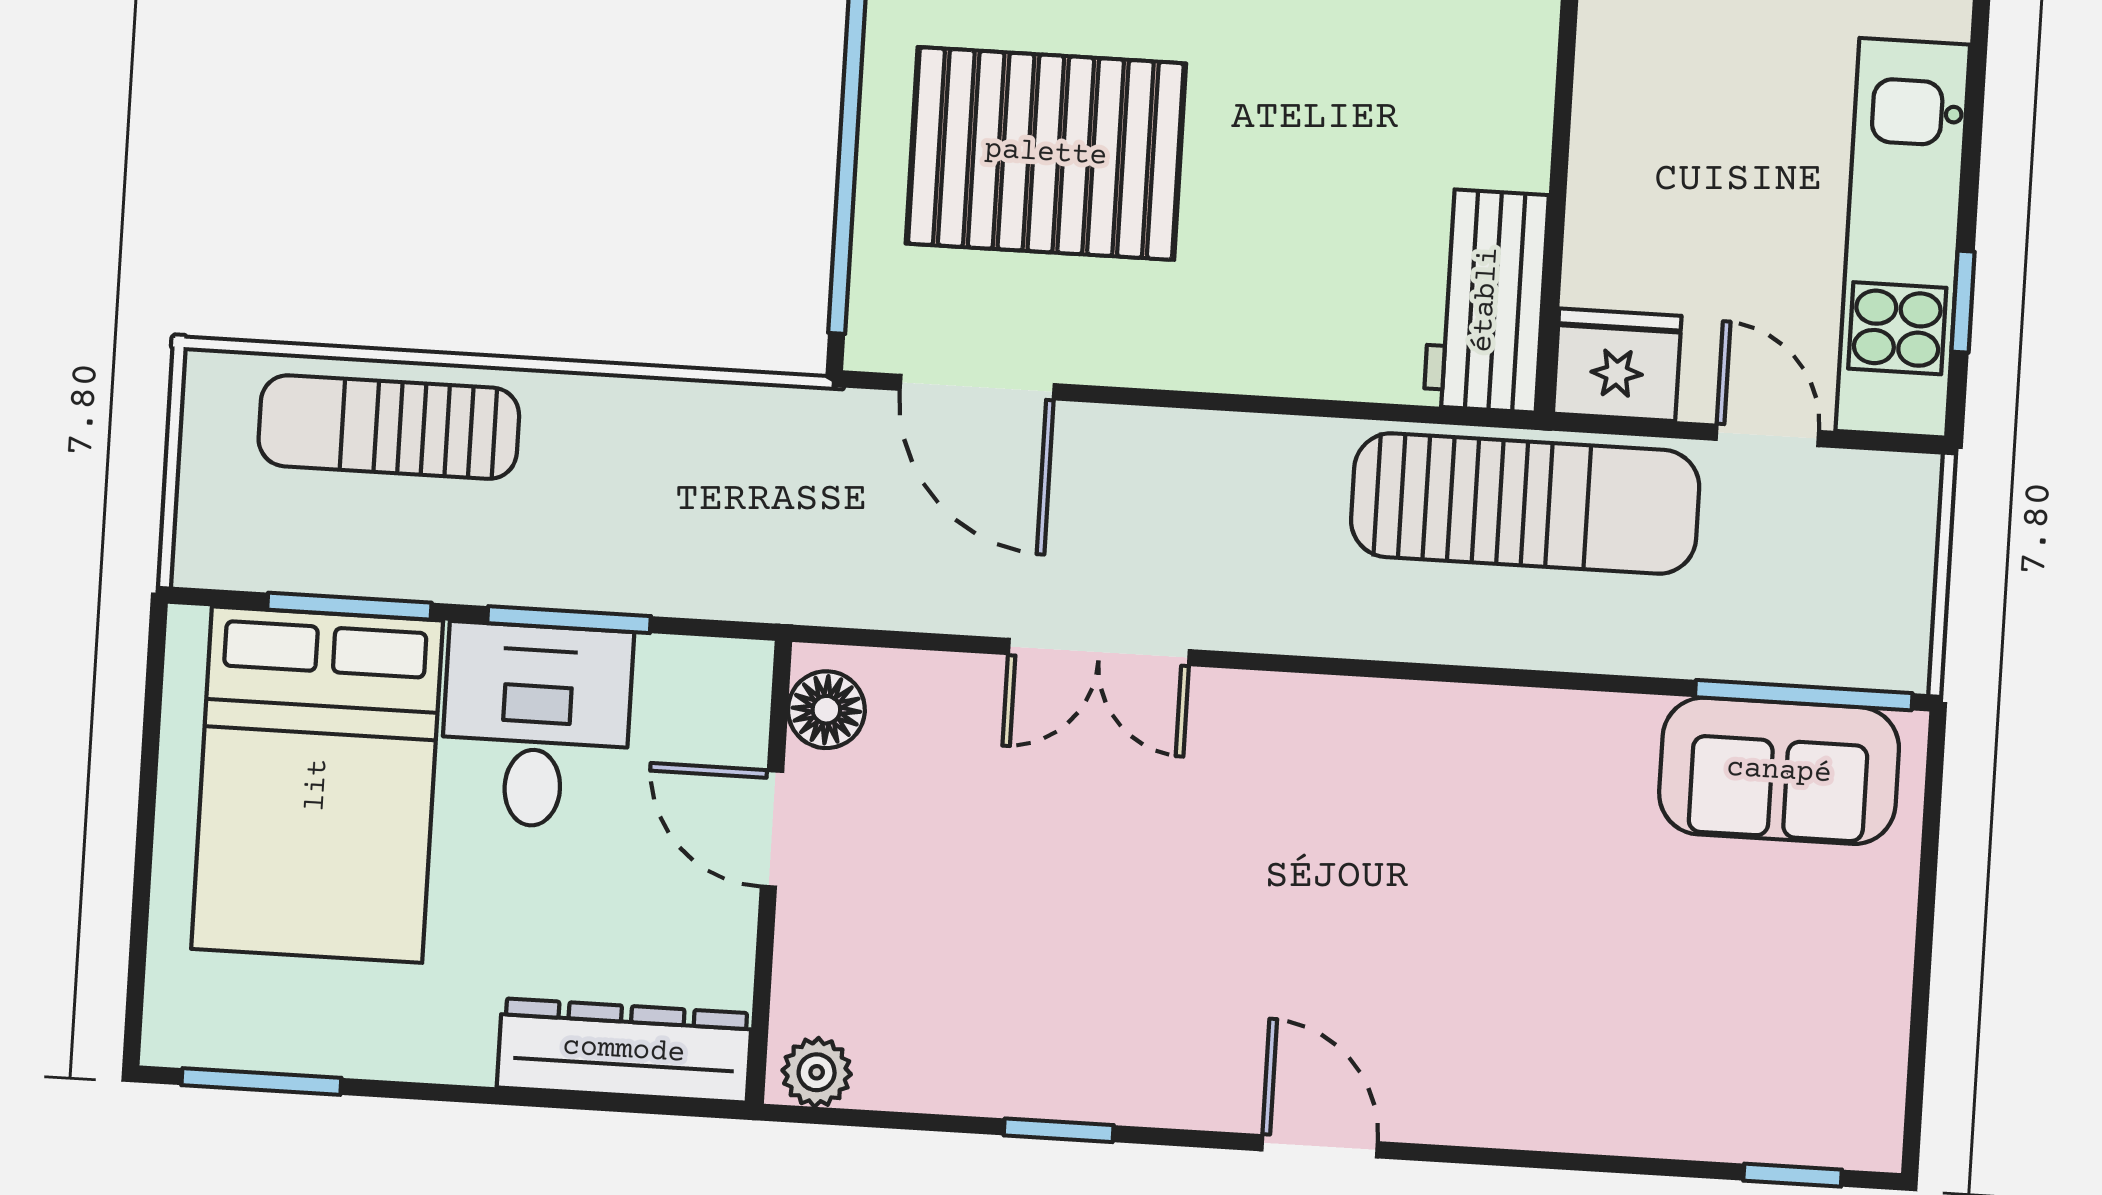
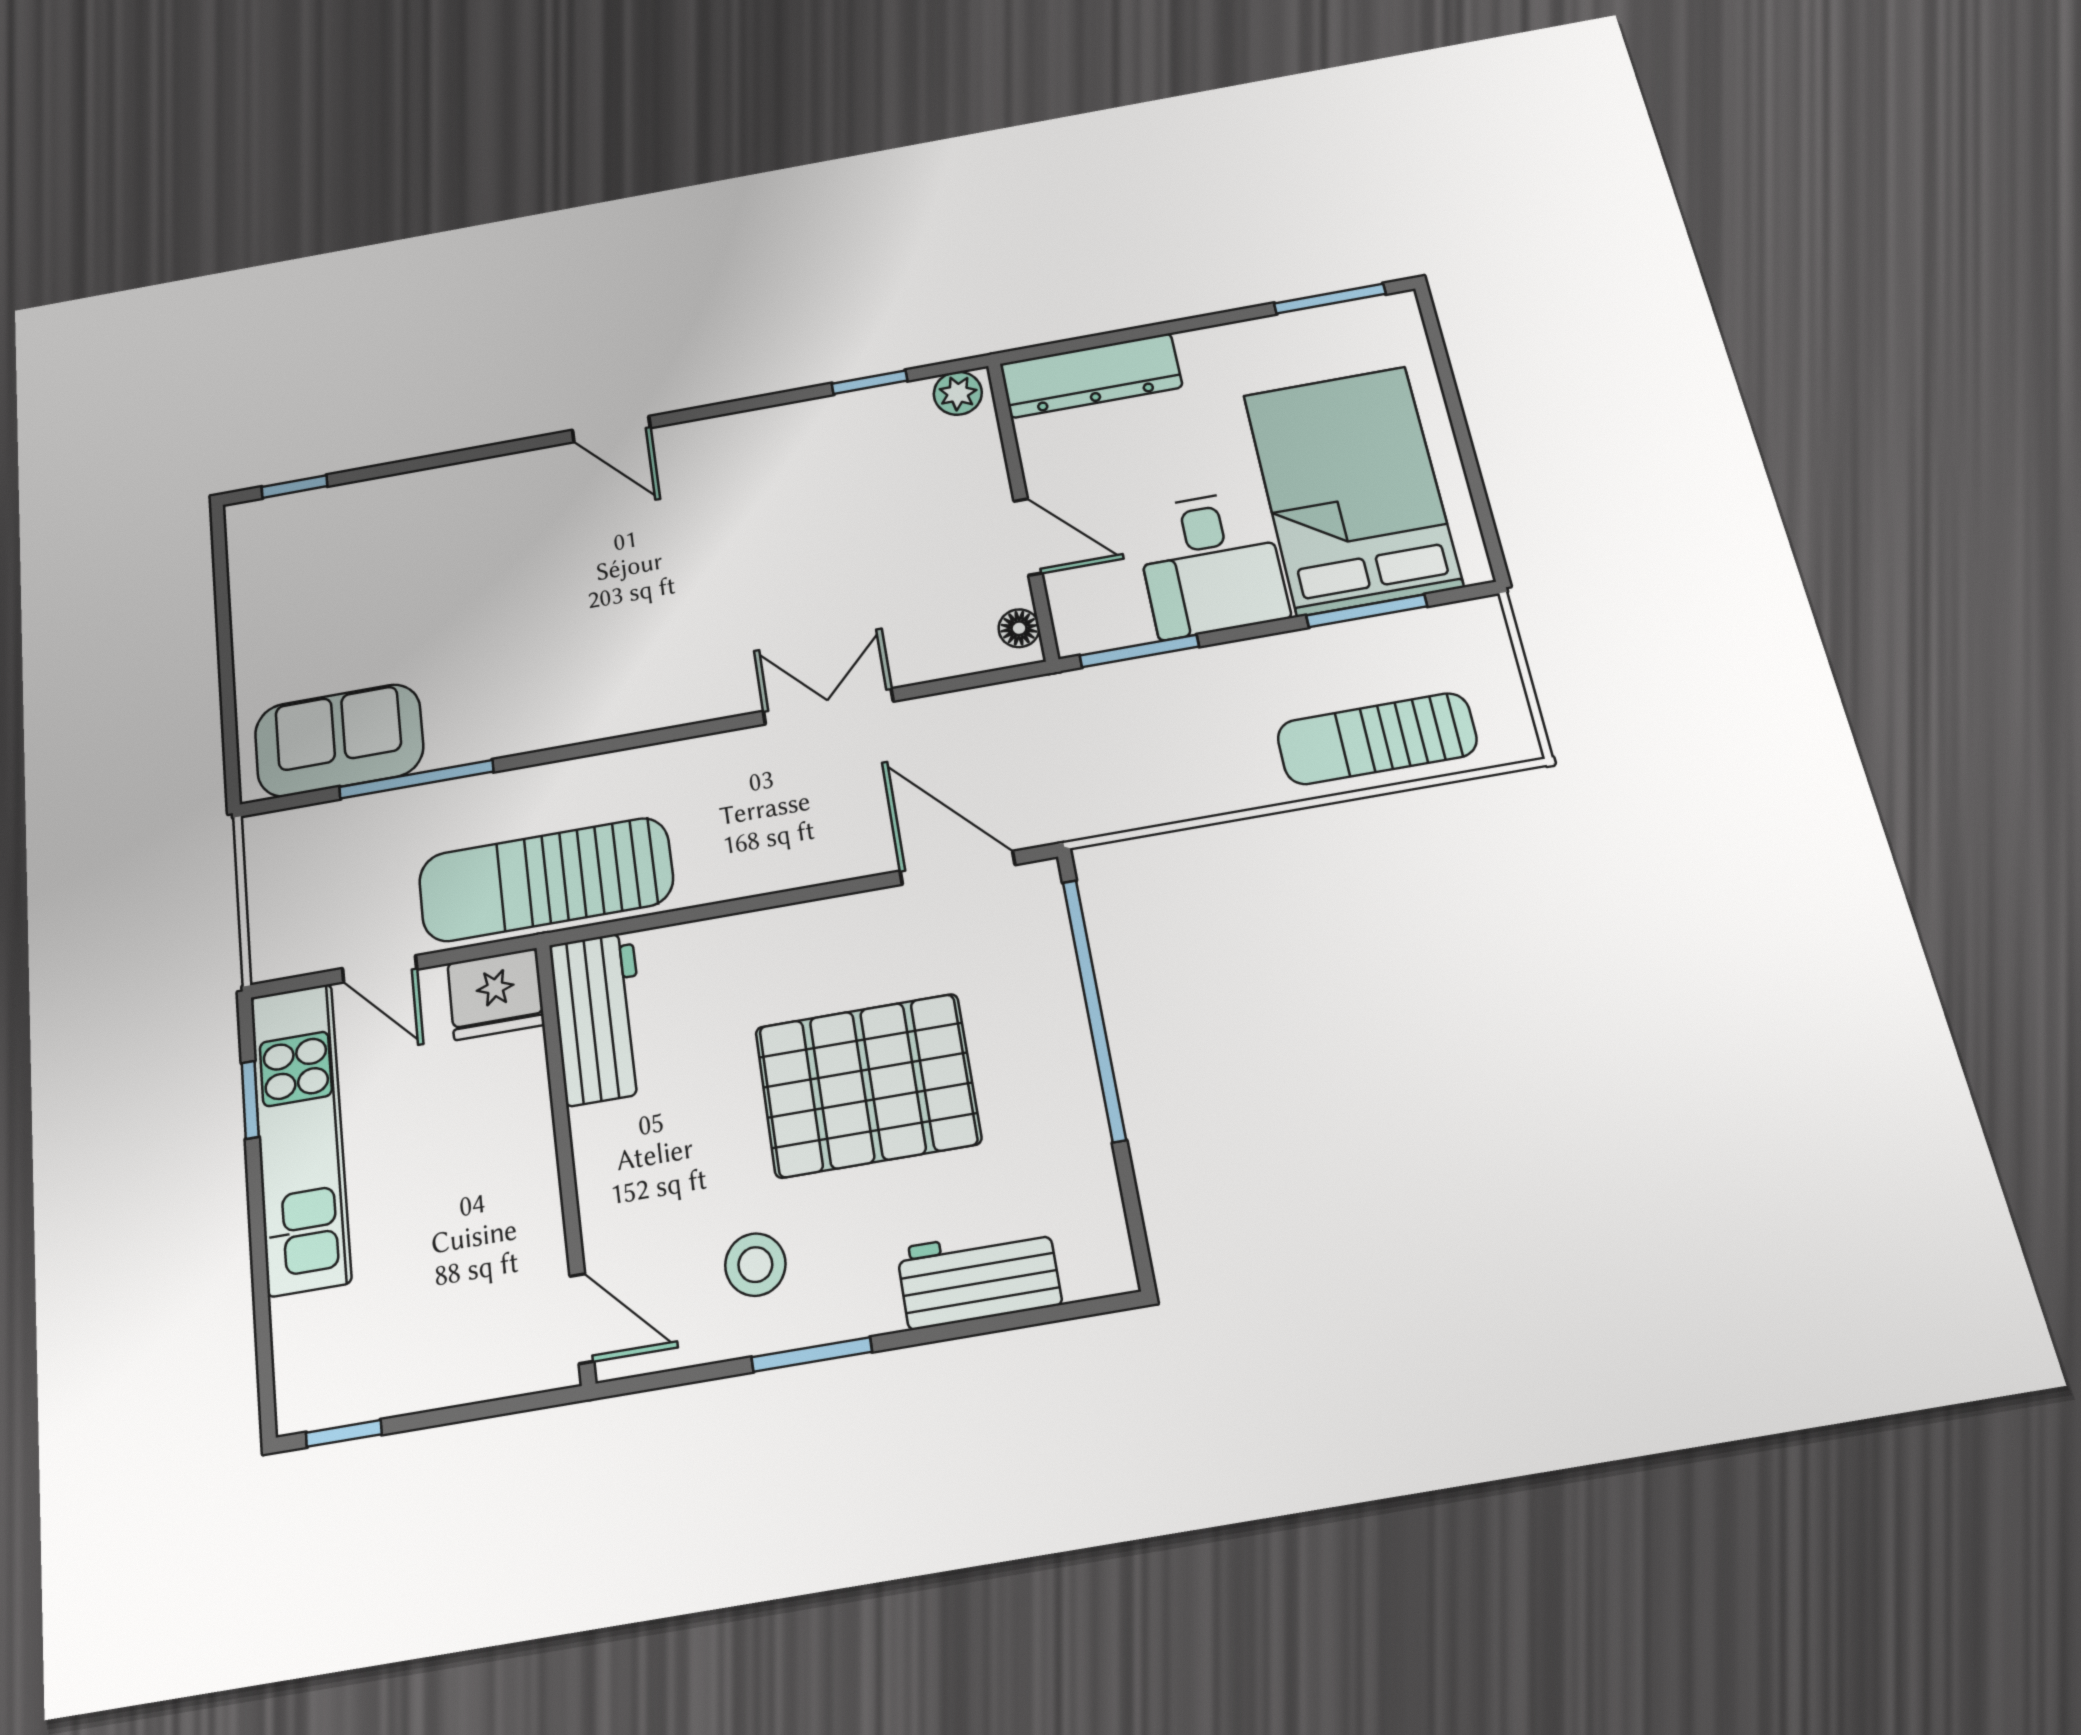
pallet: (1046, 153) -> (867, 1085), moved
sun lounger: (389, 427) -> (1377, 739), turned 180
window: (569, 620) -> (1139, 651), moved
window: (1804, 695) -> (416, 779), moved
floor lamp: (826, 710) -> (1019, 628), width x0.73, depth x0.73
window: (1059, 1130) -> (870, 382), moved

